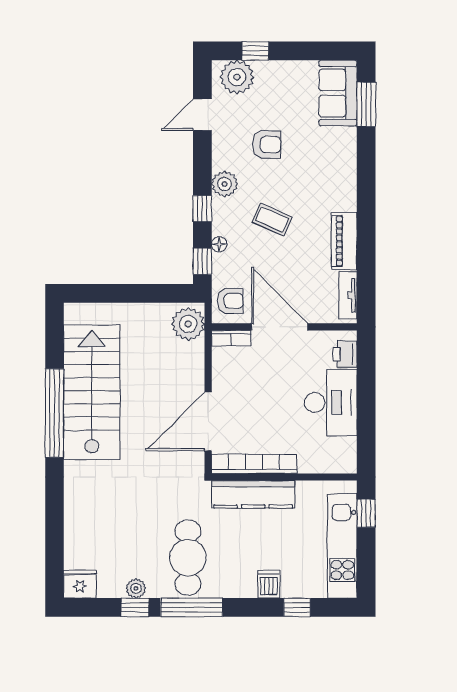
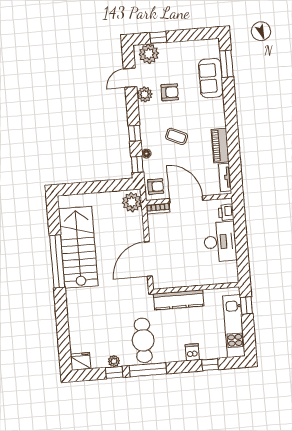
sofa: (338, 93) -> (211, 78), moved
plant: (225, 184) -> (145, 94), moved
bookcase: (254, 464) -> (178, 282), removed

